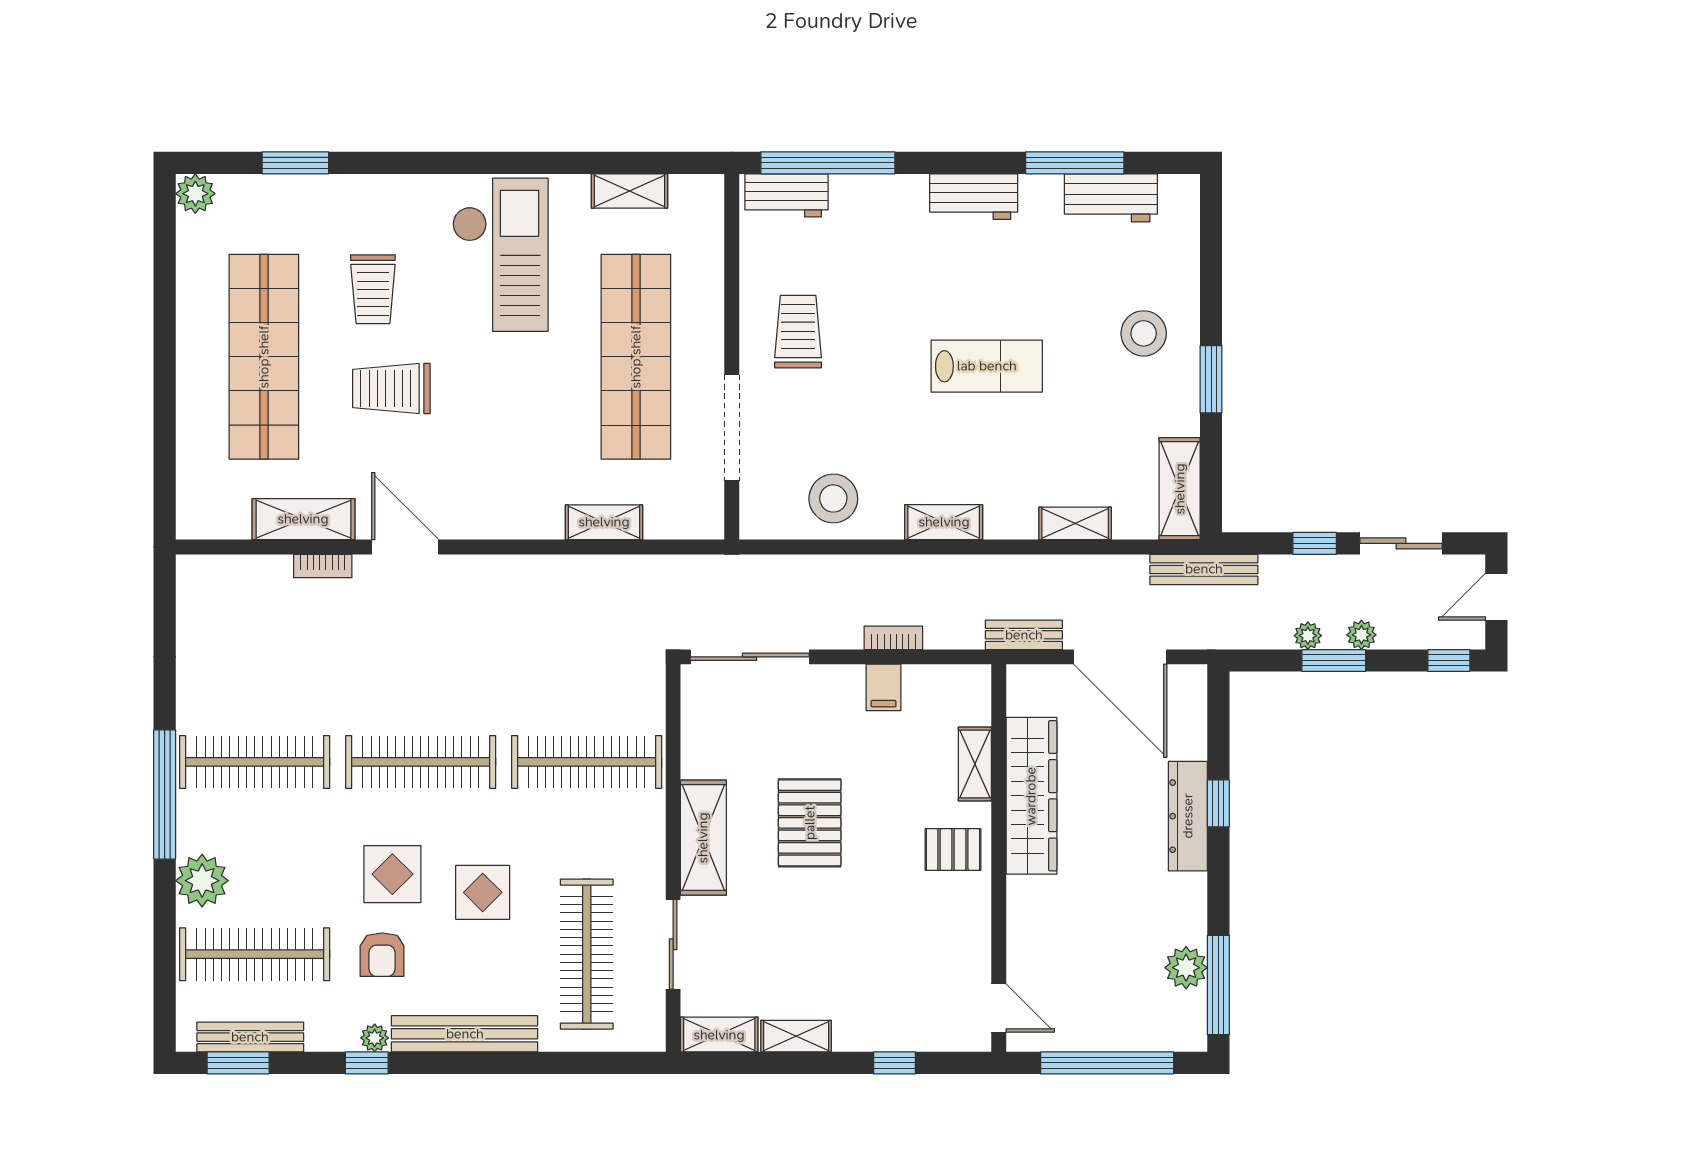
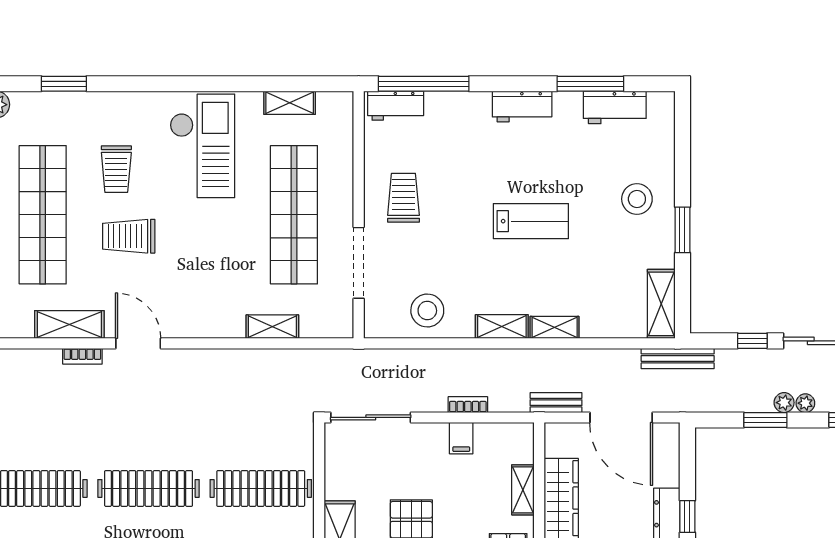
shelving: (1075, 523) -> (555, 327), moved
plant: (1308, 636) -> (805, 403), moved

